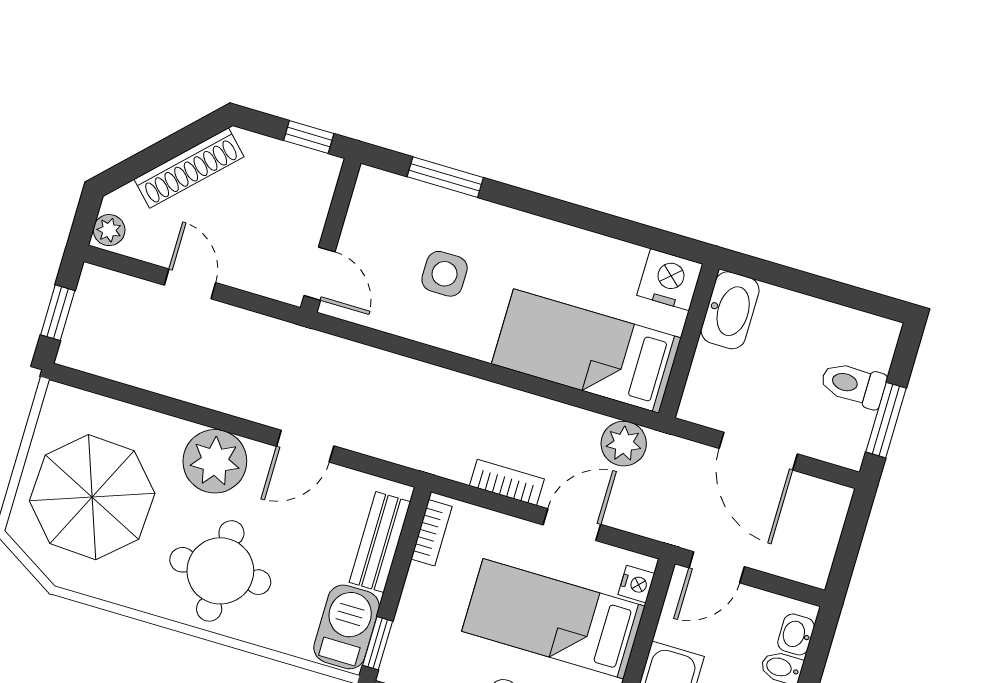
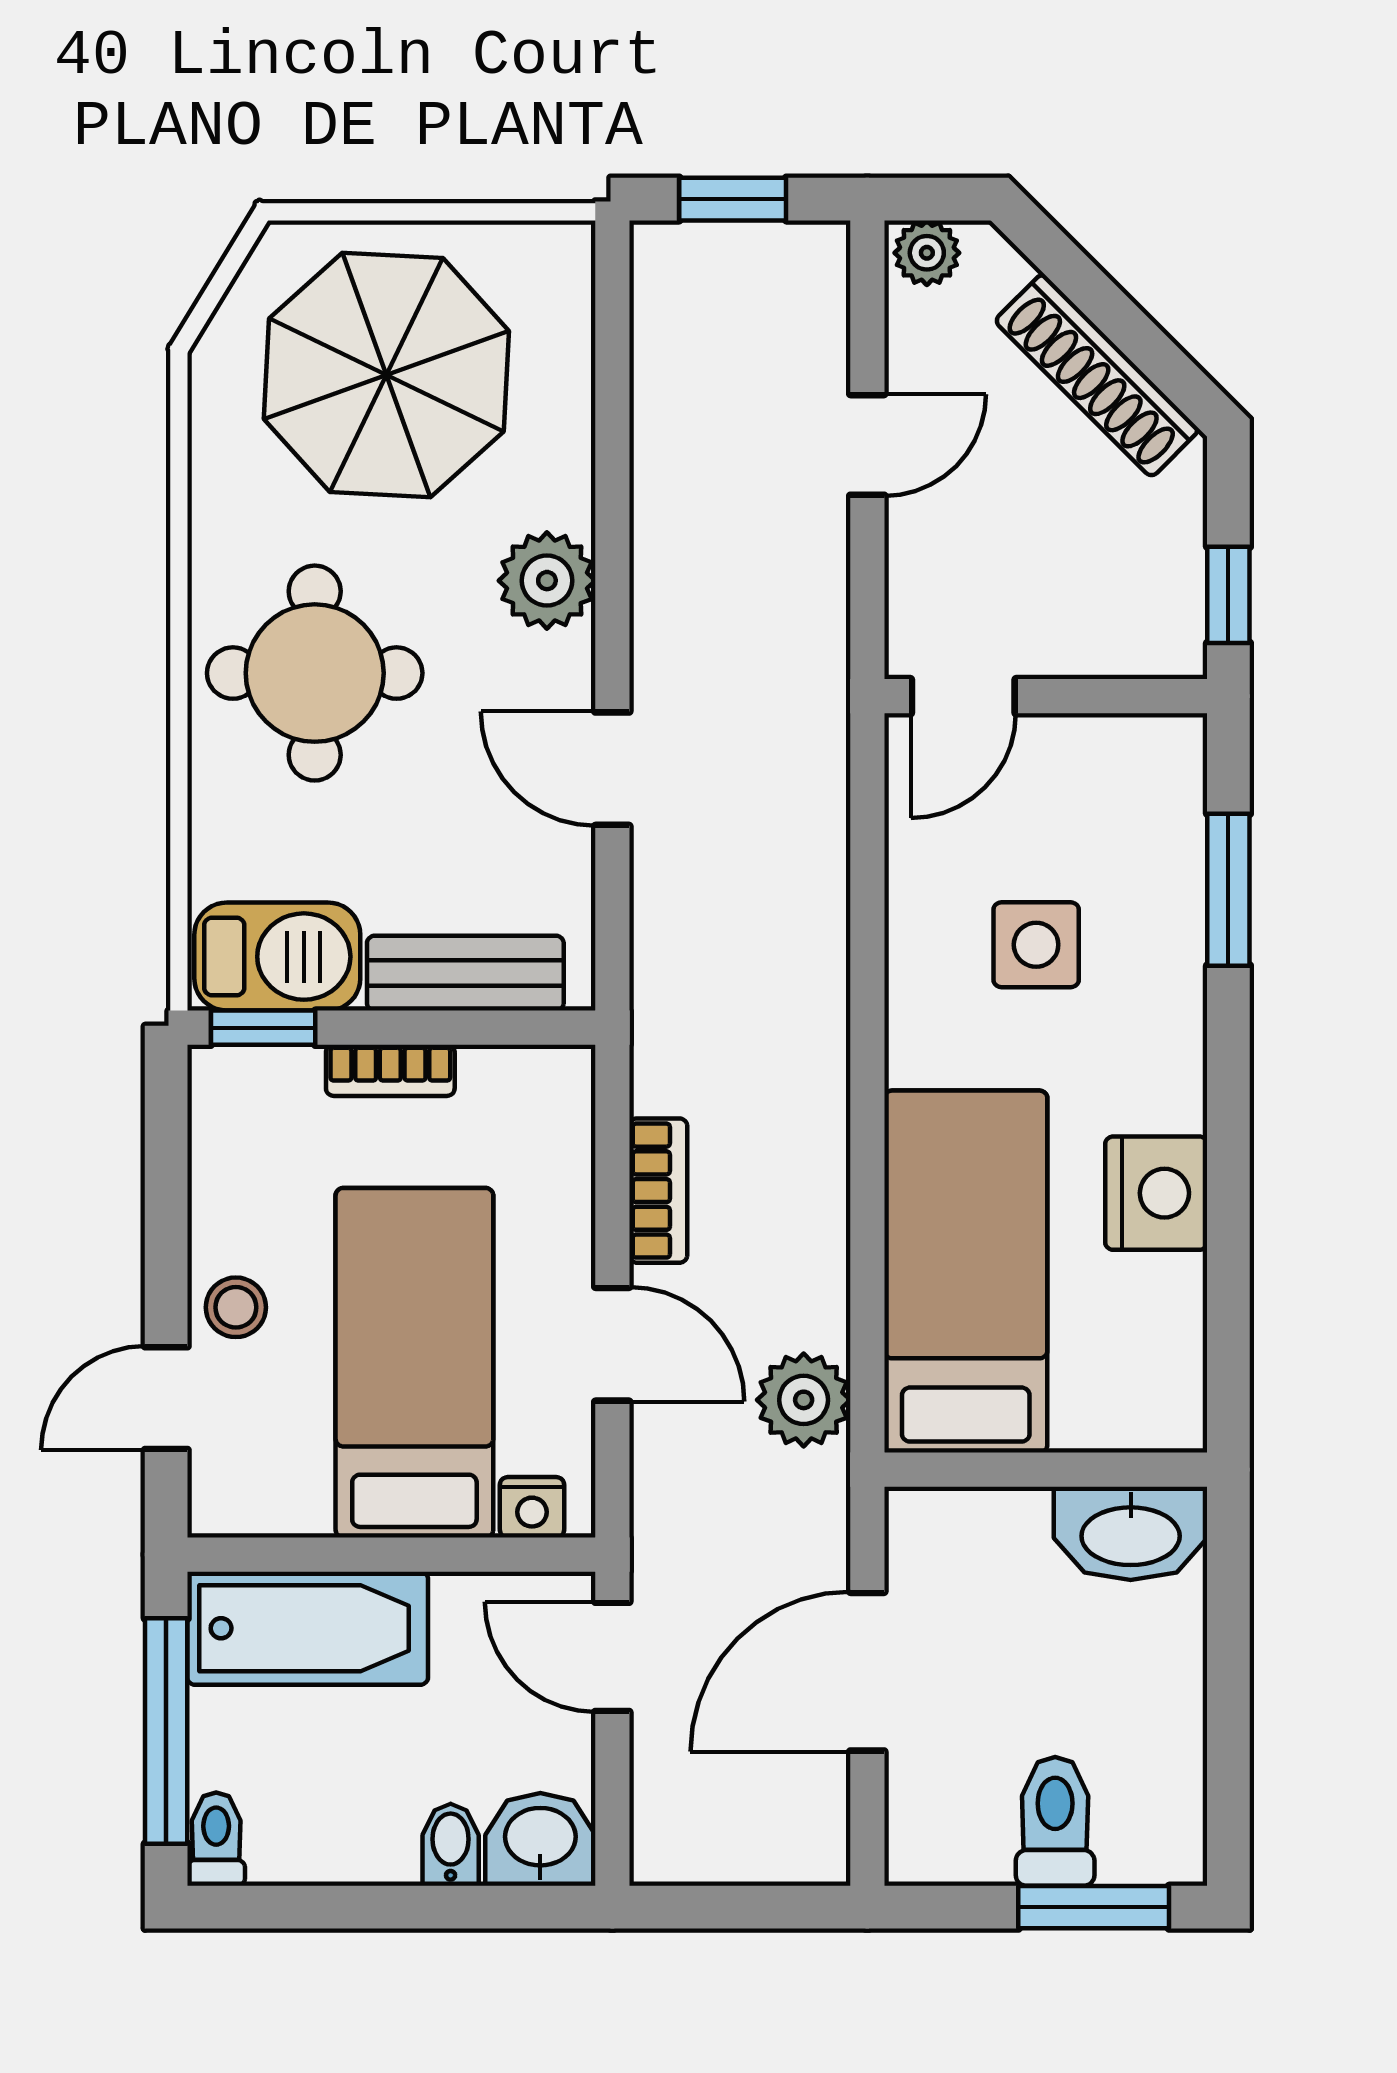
nightstand: (670, 280) -> (1156, 1193), moved
window: (886, 420) -> (1094, 1907), moved
plant: (215, 461) -> (547, 581), width x0.73, depth x0.73
bookcase: (432, 533) -> (390, 1070), moved
washbasin: (796, 634) -> (540, 1839), width x1.38, depth x1.45

